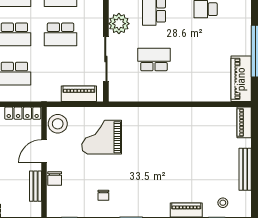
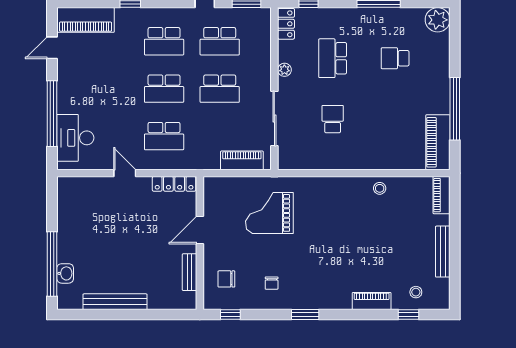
plant: (119, 24) -> (284, 70), width x0.53, depth x0.53
school desk: (154, 60) -> (333, 119), width x0.54
stool: (58, 124) -> (380, 188), moved, width x0.53, depth x0.53
chair: (55, 179) -> (226, 279), moved, turned 90

